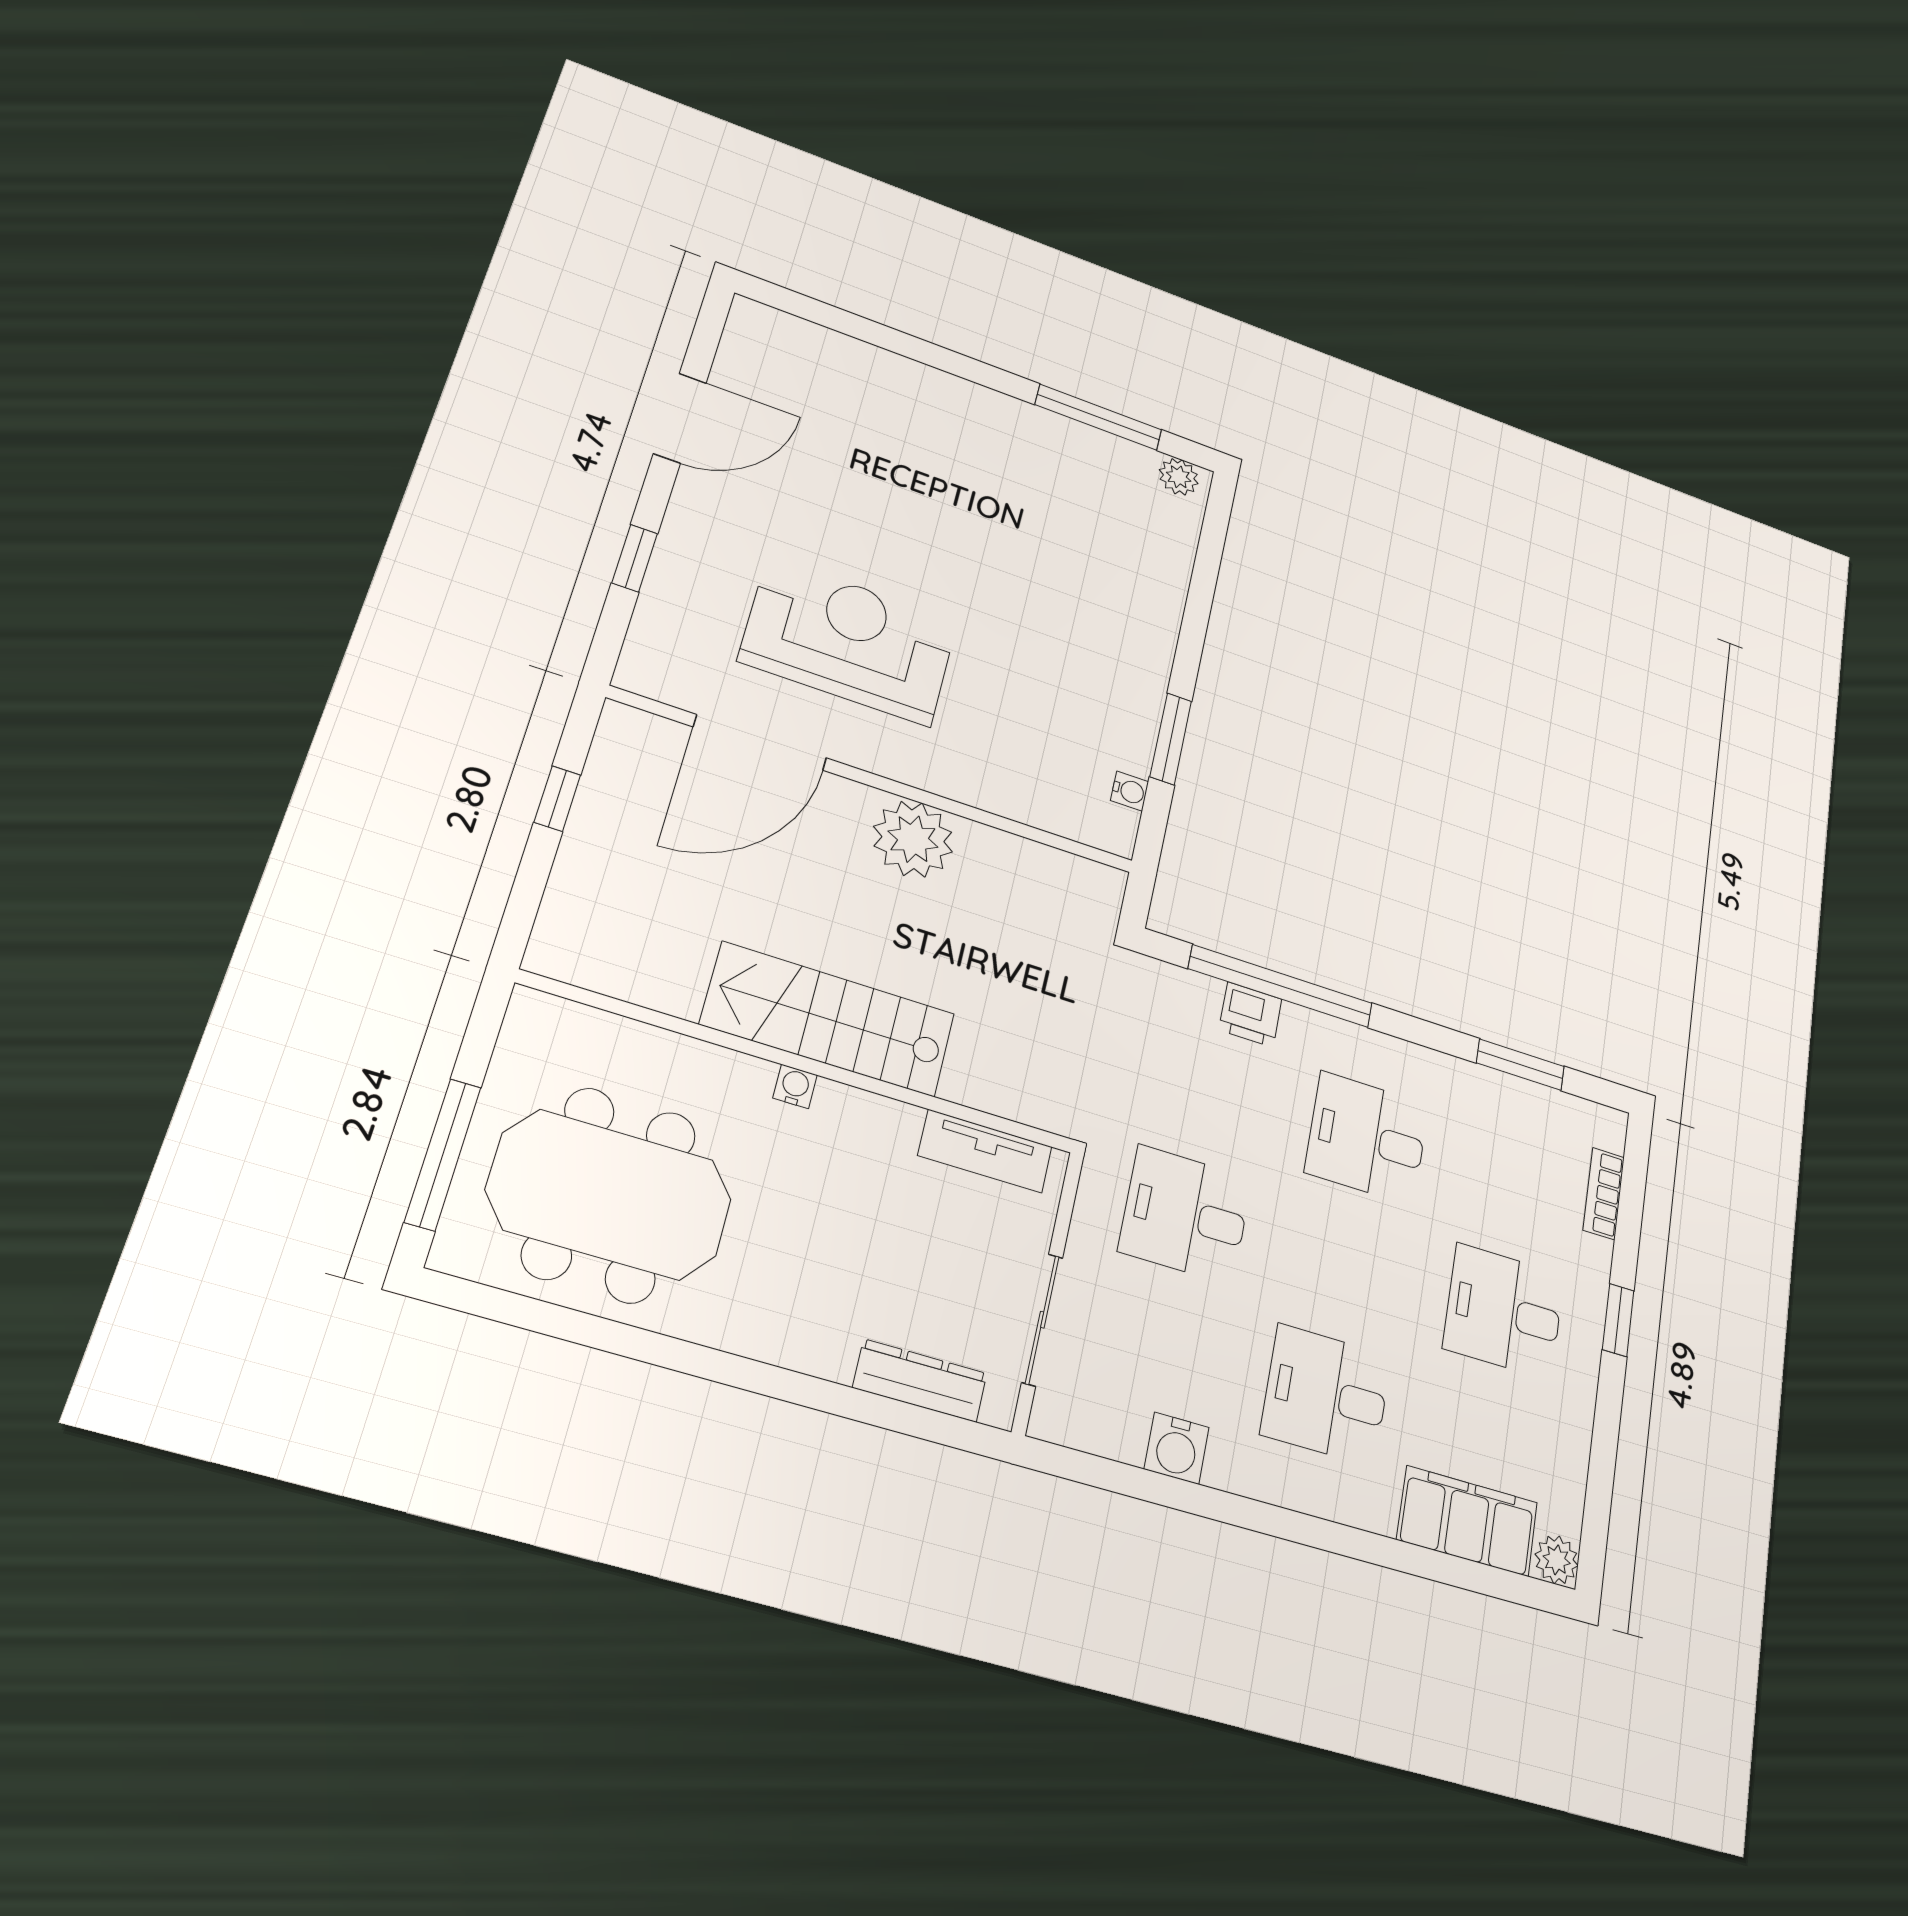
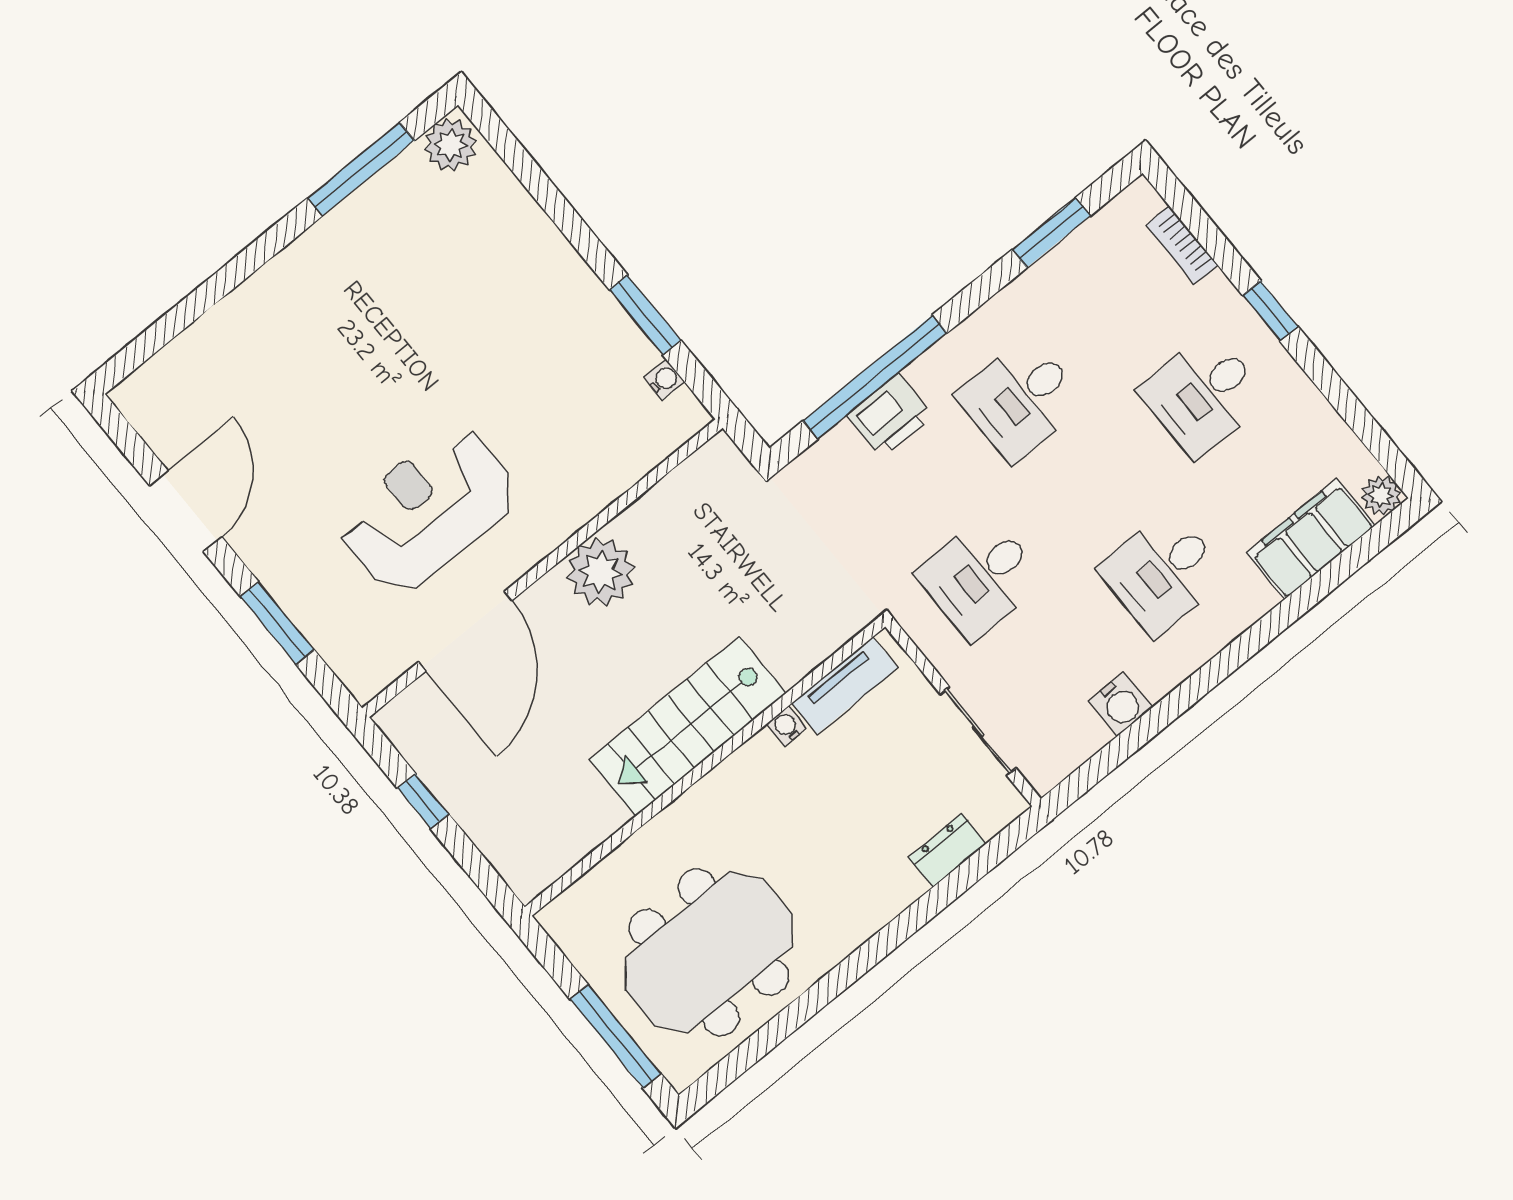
plant: (1179, 477) -> (451, 145), width x1.38, depth x1.38
window: (635, 558) -> (277, 623), width x1.50
printer: (1250, 1014) -> (890, 416), width x1.36, depth x1.24
water cooler: (795, 1086) -> (787, 726), moved
dresser: (920, 1381) -> (947, 850), width x0.70

